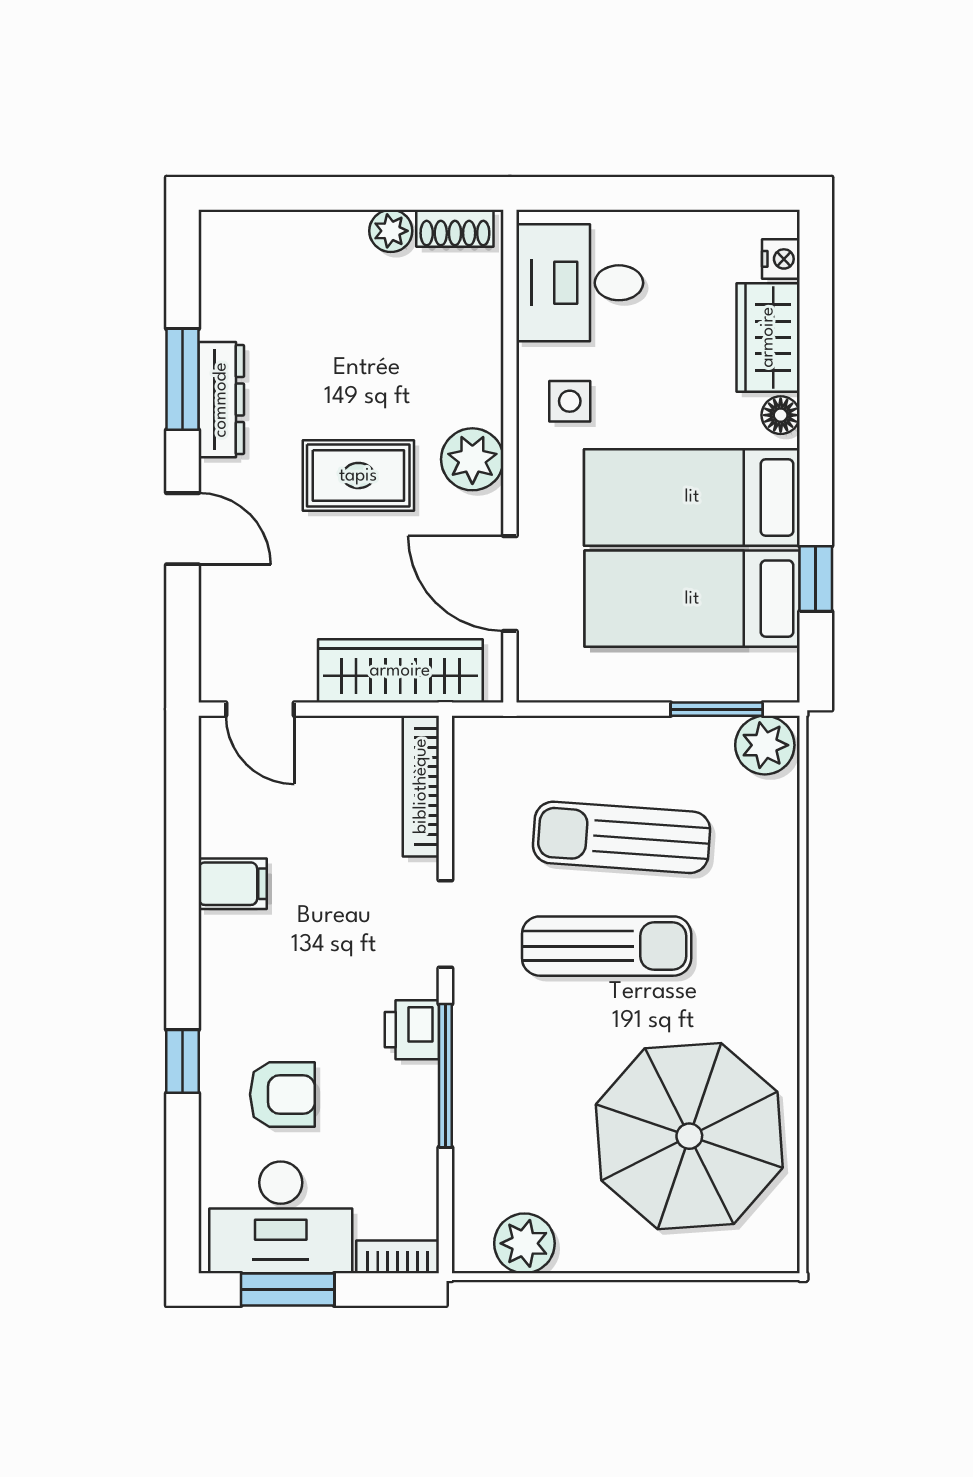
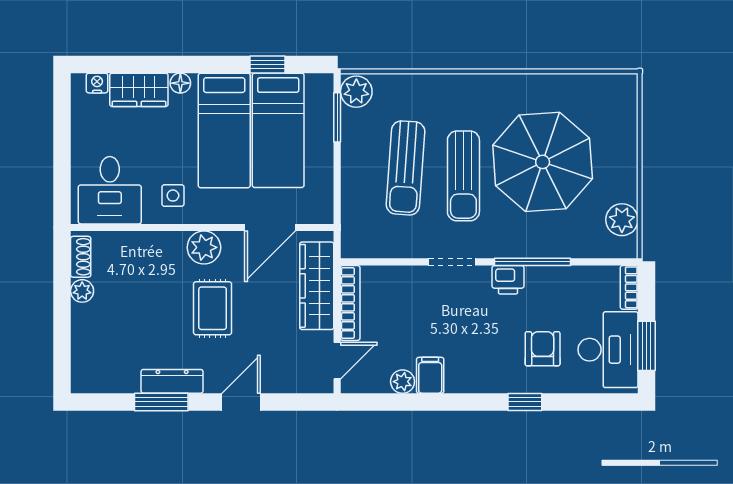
bookcase: (421, 786) -> (350, 303), moved, turned -90
plant: (221, 832) -> (403, 382), added
sun lounger: (607, 946) -> (463, 176), turned 180
parasol: (689, 1136) -> (543, 162), moved

